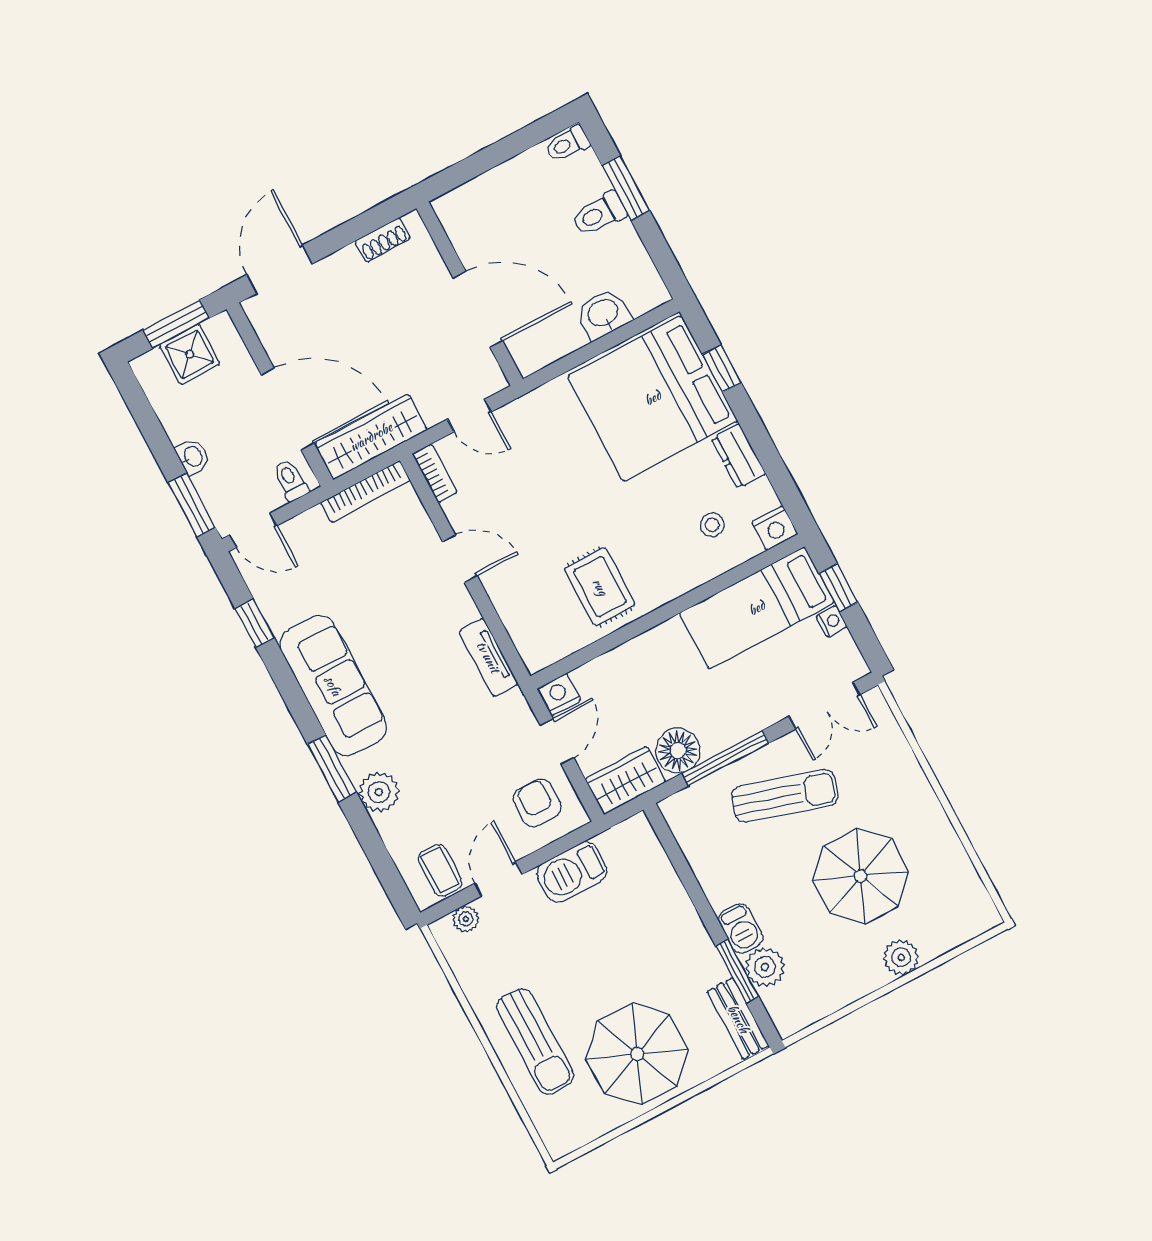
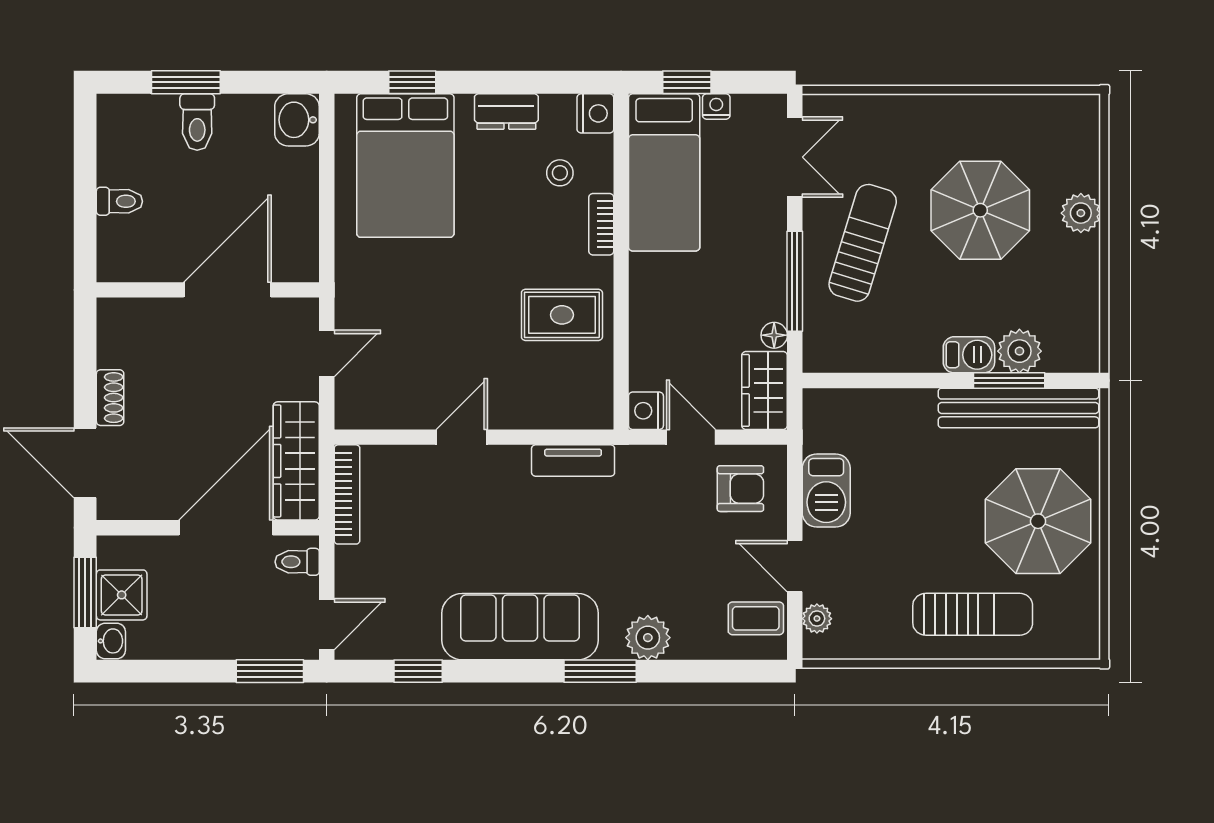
toilet: (567, 144) -> (119, 201), moved, turned -90
shoe rack: (383, 240) -> (110, 398), moved
washbasin: (603, 314) -> (297, 120), moved
bed: (653, 398) -> (405, 166), width x0.73
washbasin: (193, 457) -> (111, 641), moved, turned 90
bookcase: (435, 473) -> (601, 224), moved, turned -90
floor lamp: (678, 751) -> (774, 335), width x0.53, depth x0.53
armchair: (537, 803) -> (740, 489), turned 180
bench: (738, 1019) -> (1018, 408), width x1.86, depth x1.21

